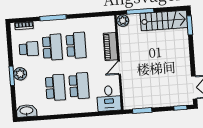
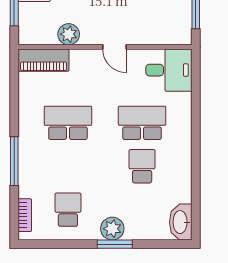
plant: (123, 21) -> (69, 34), moved
school desk: (52, 47) -> (68, 166), removed
piano: (110, 47) -> (43, 60), moved
school desk: (55, 88) -> (142, 166), width x0.54

